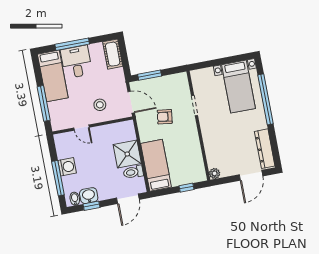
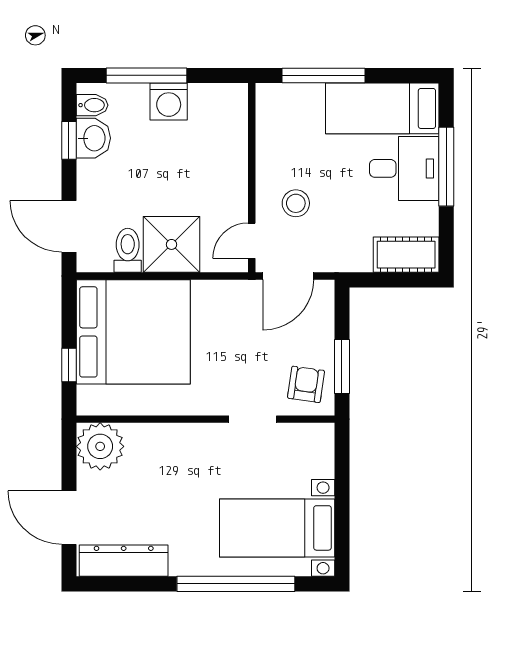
window: (150, 75) -> (342, 366), moved
armchair: (165, 117) -> (306, 384), moved
door: (81, 128) -> (252, 241), moved
bed: (156, 165) -> (133, 332), width x2.04
plant: (215, 173) -> (100, 446), width x1.88, depth x1.88

